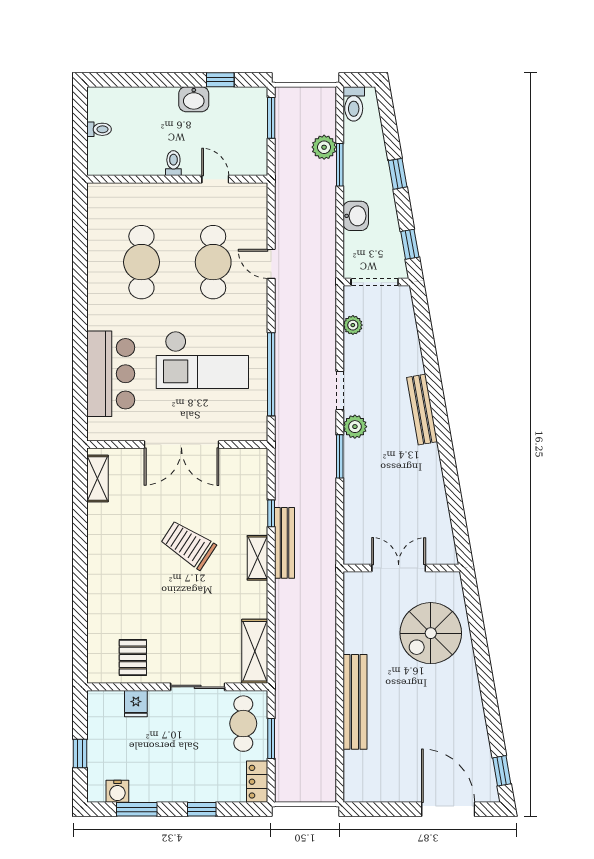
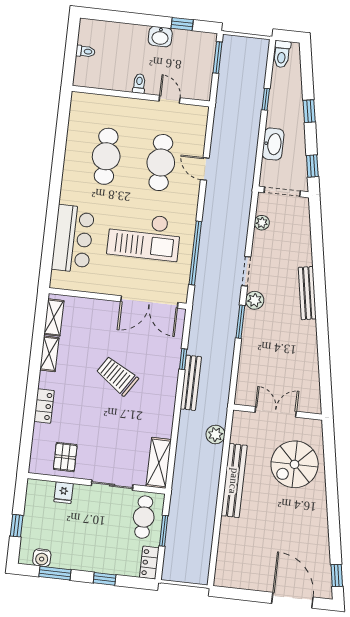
plant: (324, 147) -> (215, 434), moved
window: (340, 165) -> (266, 99), width x0.67
washbasin: (356, 216) -> (273, 144), width x1.38
double door: (181, 444) -> (149, 302), moved
shelving: (258, 558) -> (49, 354), moved
locker: (98, 595) -> (44, 406), added
bench: (355, 702) -> (234, 481), moved

